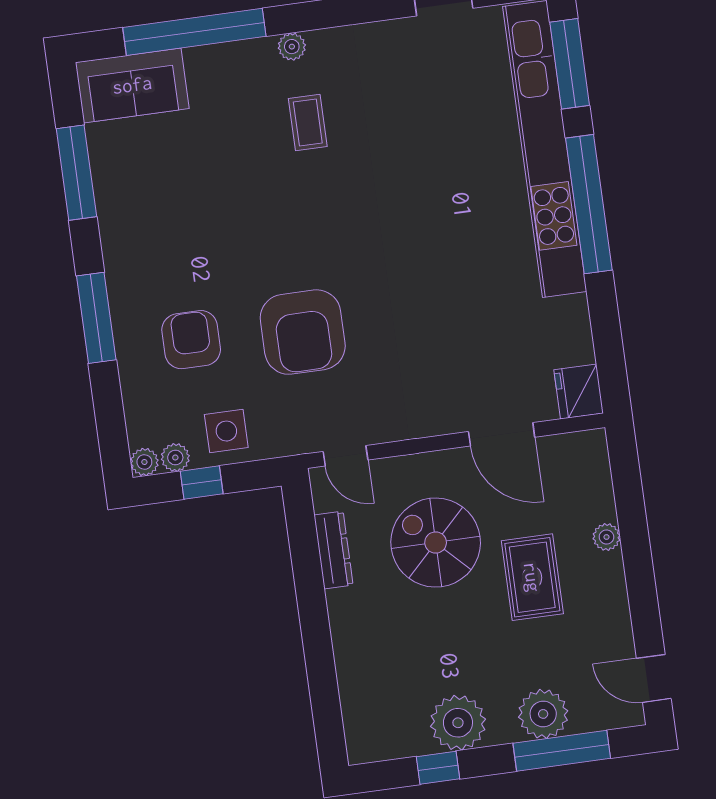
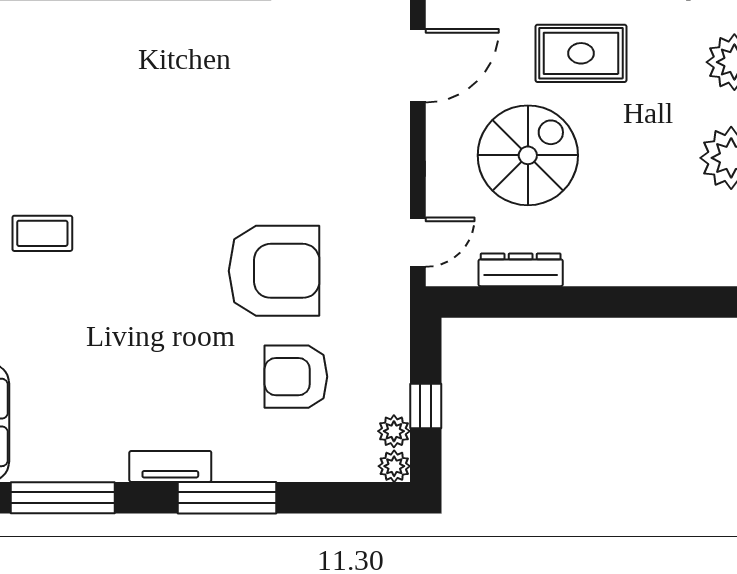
tv unit: (117, 264) -> (170, 466), added
armchair: (191, 340) -> (296, 377), moved
side table: (226, 431) -> (372, 371), removed
spiral stairs: (436, 543) -> (528, 155), turned 180

